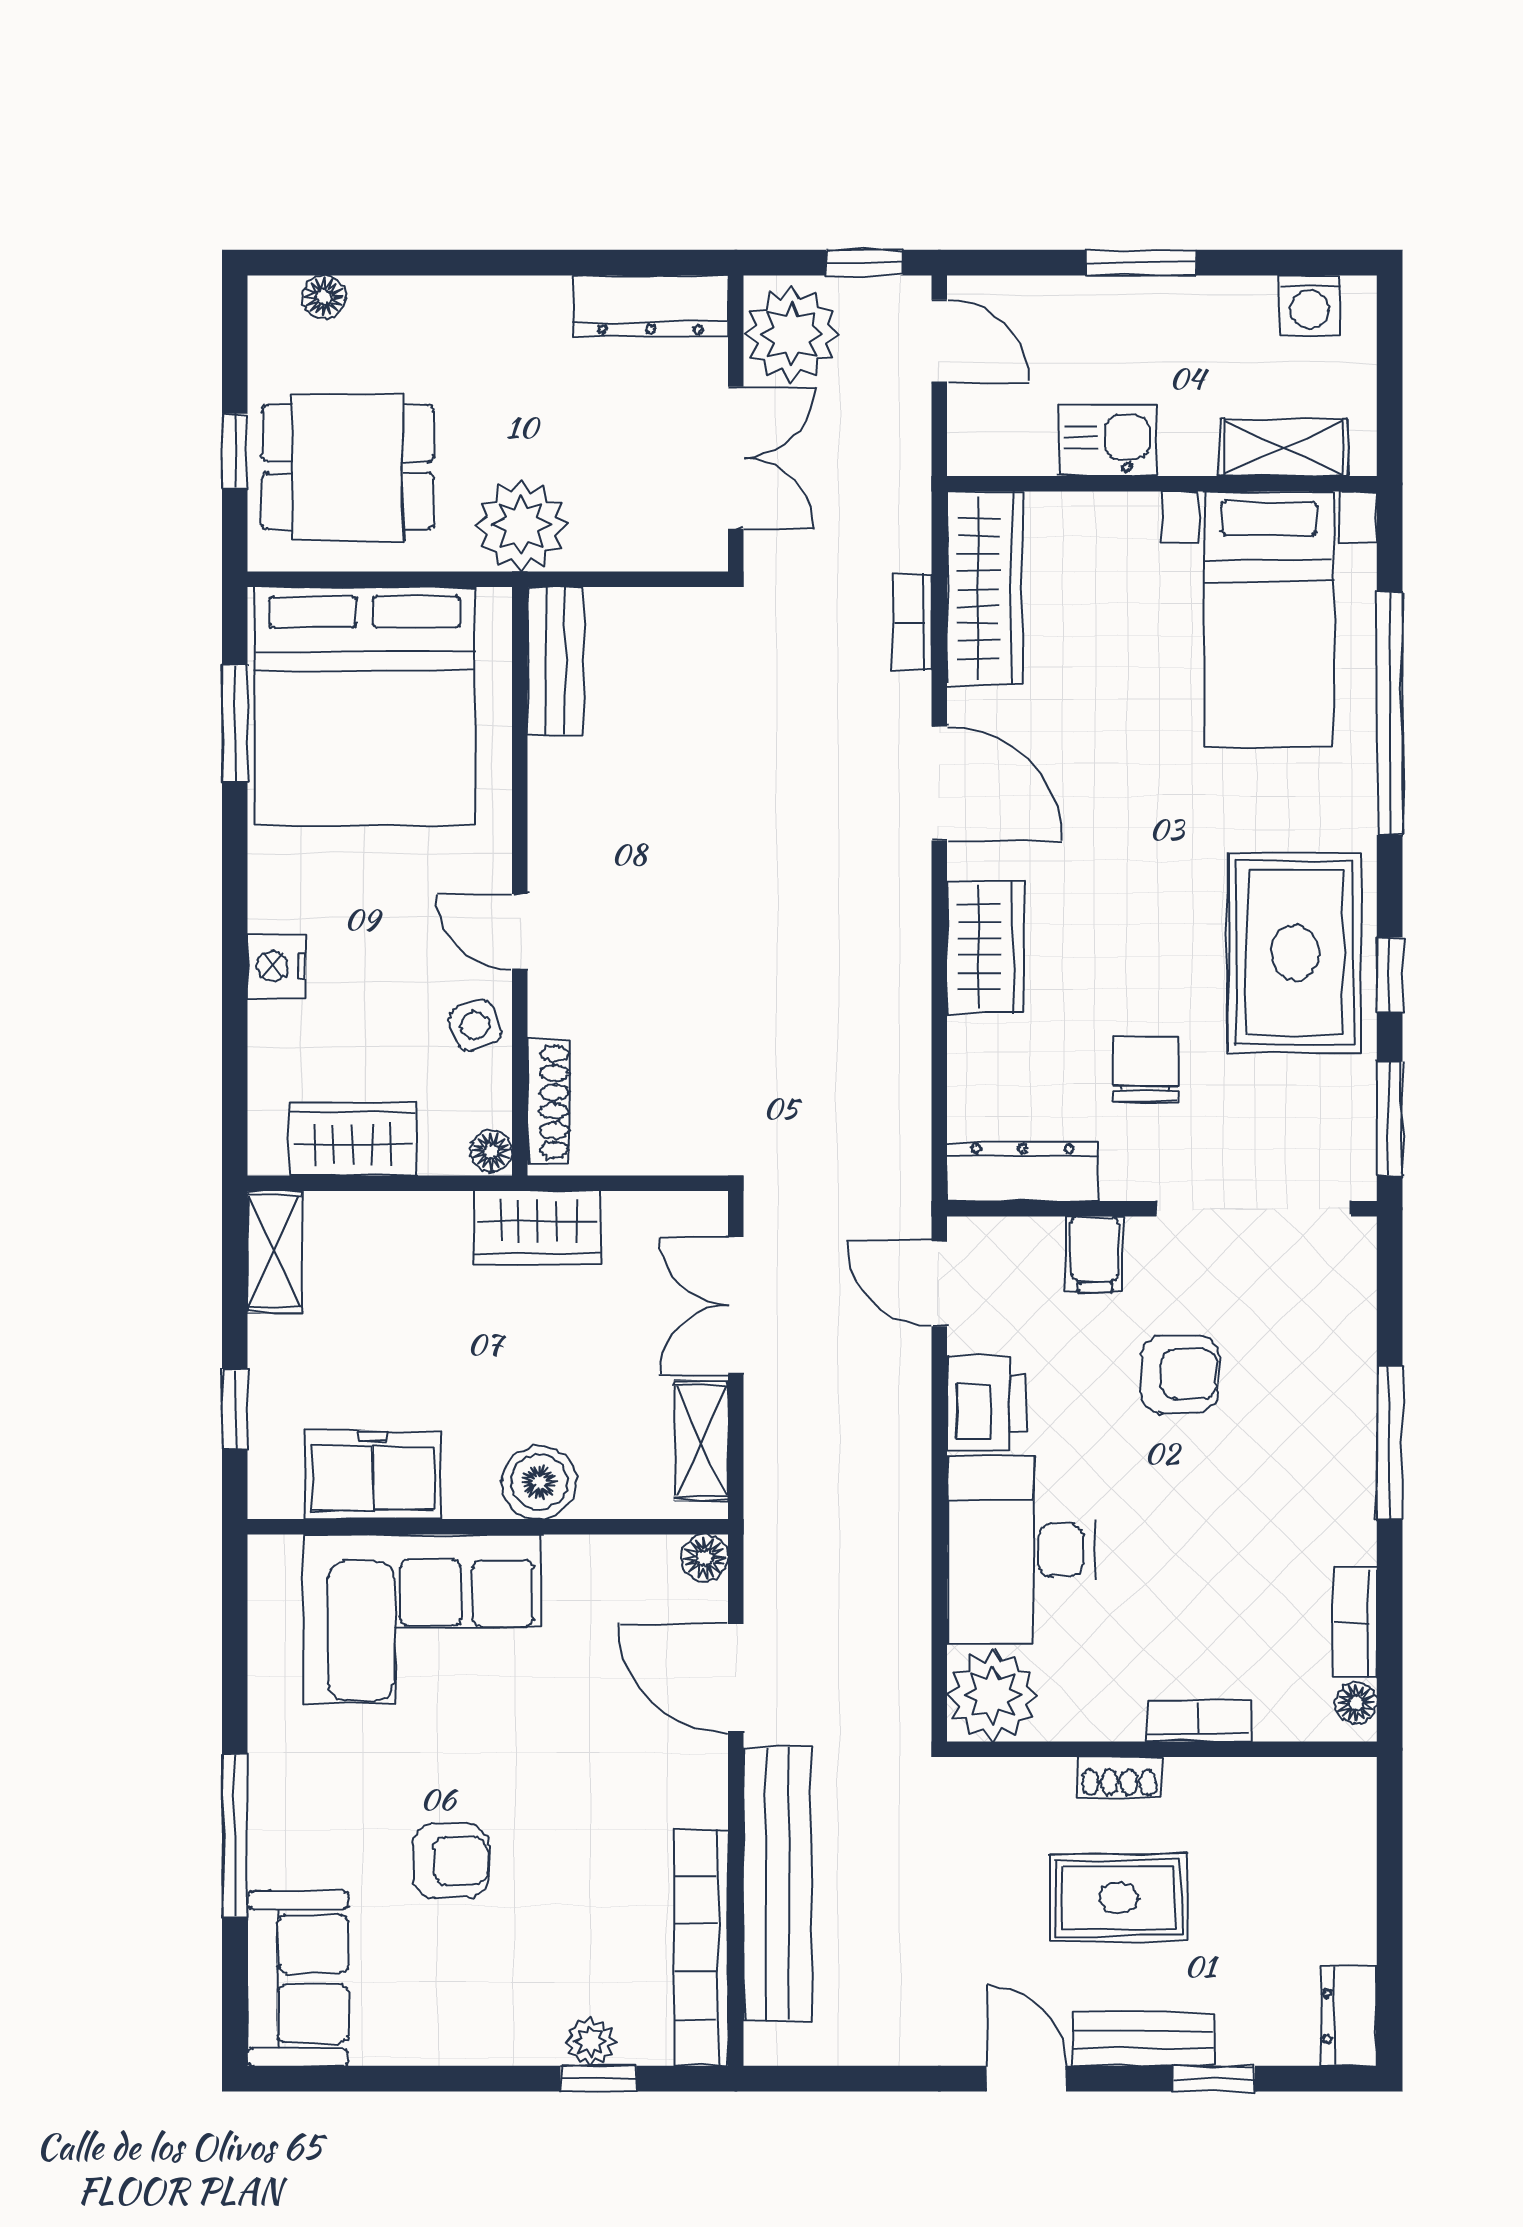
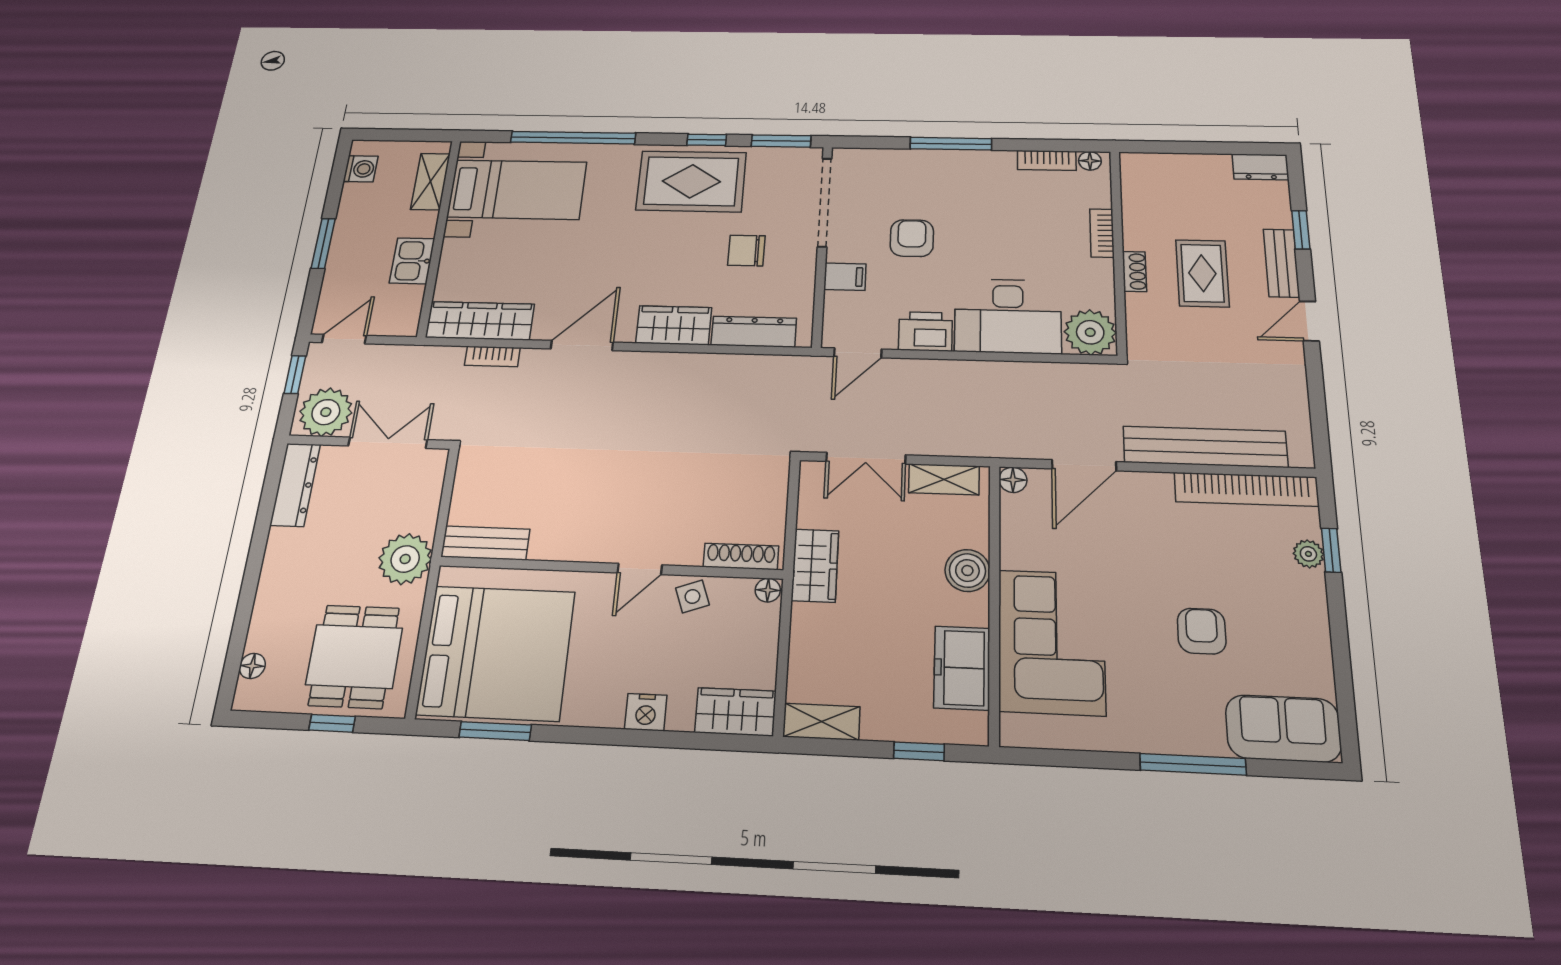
wardrobe: (353, 1139) -> (736, 712), moved, turned 90
dresser: (1023, 1172) -> (754, 332), moved, turned 90

